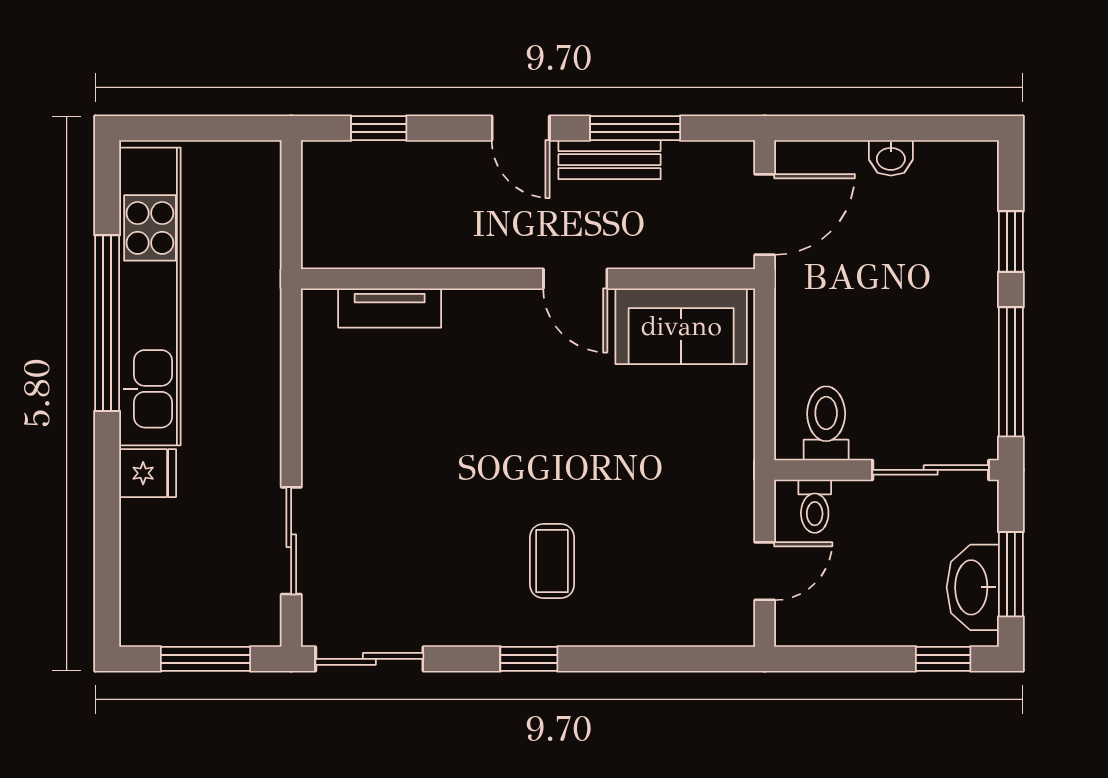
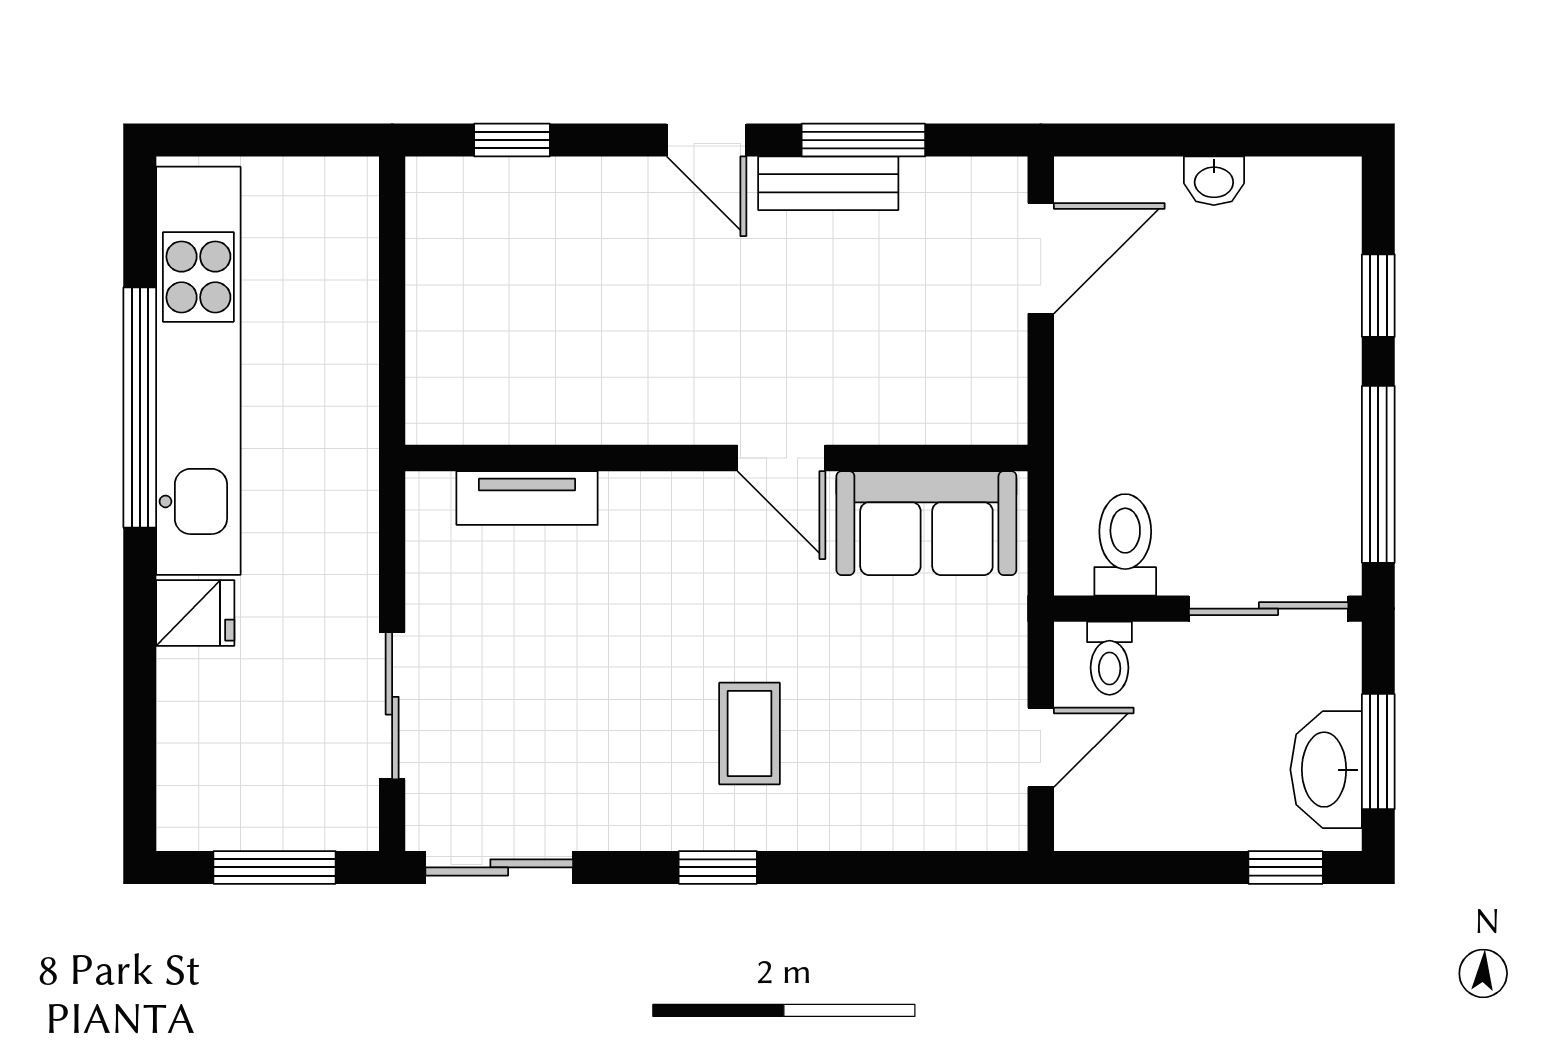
wall: (528, 279) -> (716, 458), moved
door: (575, 279) -> (781, 458), moved
tv unit: (390, 308) -> (527, 498), moved
sofa: (681, 326) -> (926, 523), moved

